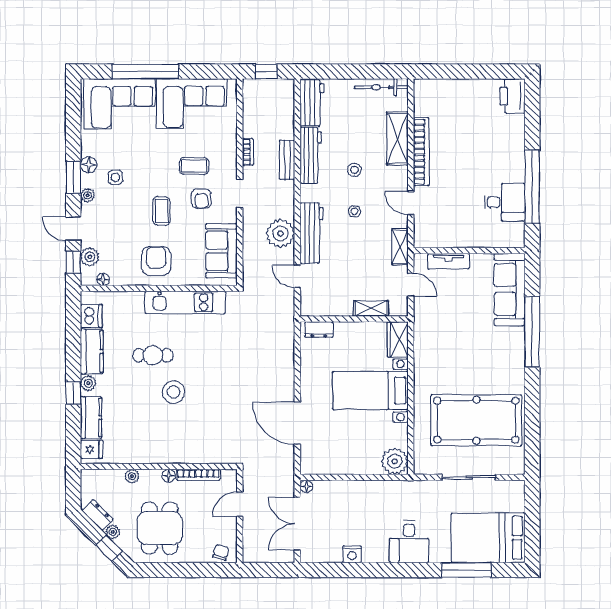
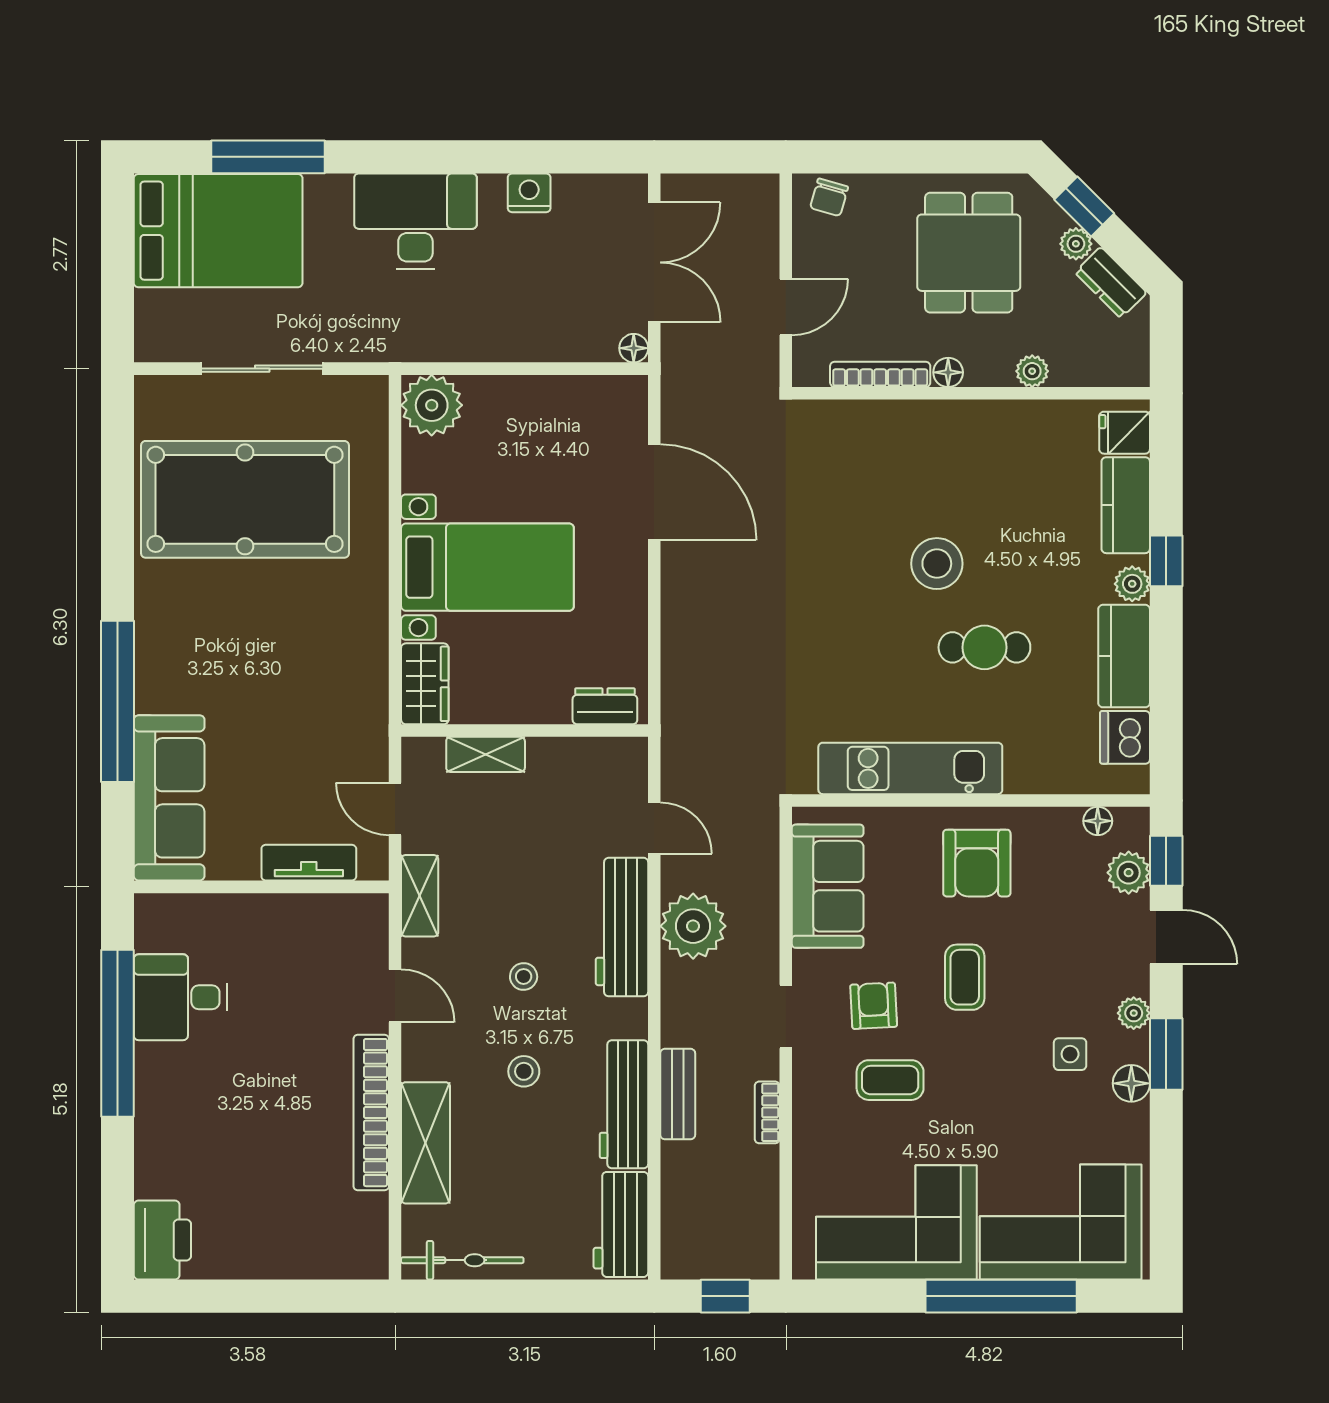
desk: (409, 542) -> (415, 221), width x1.37

